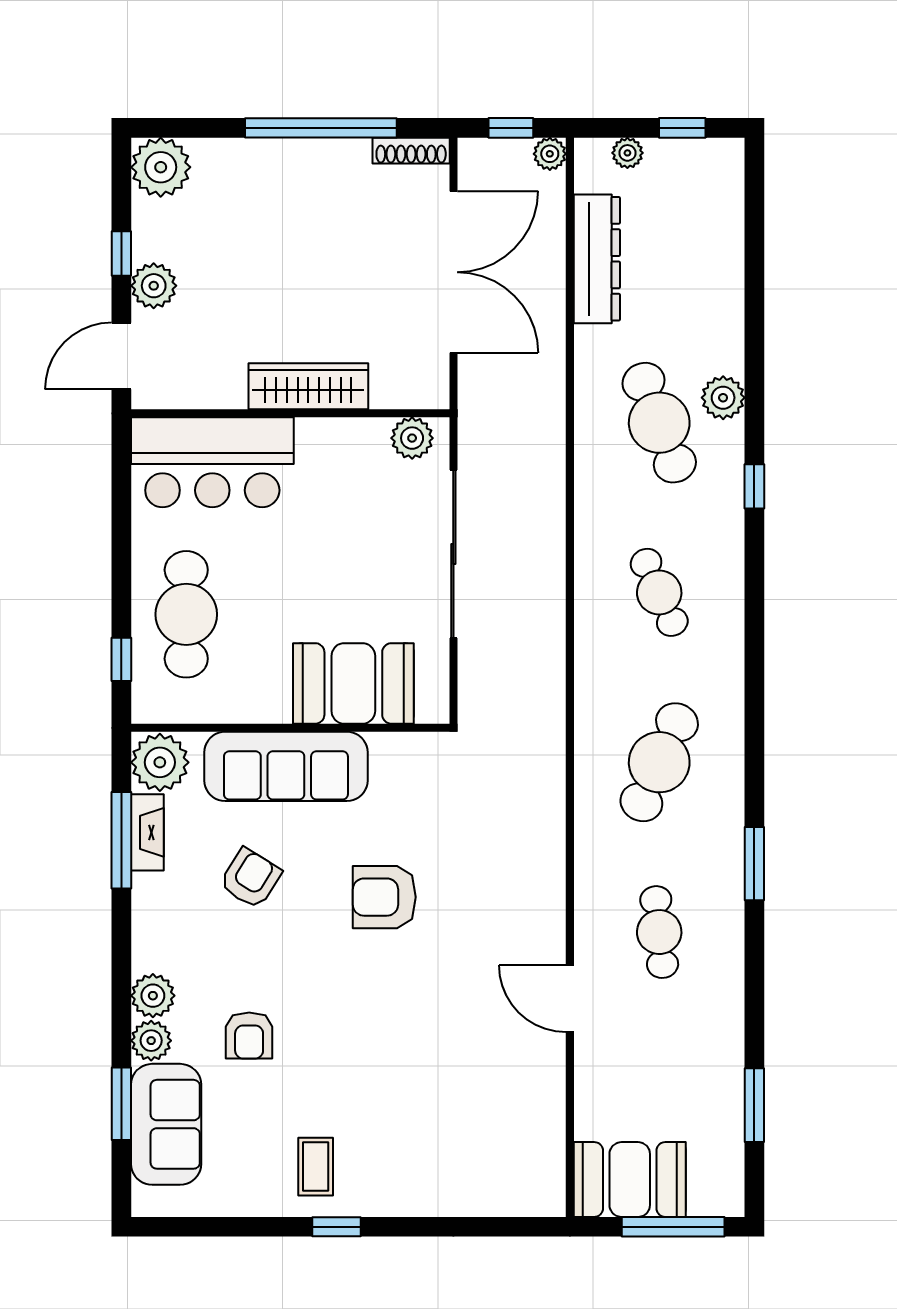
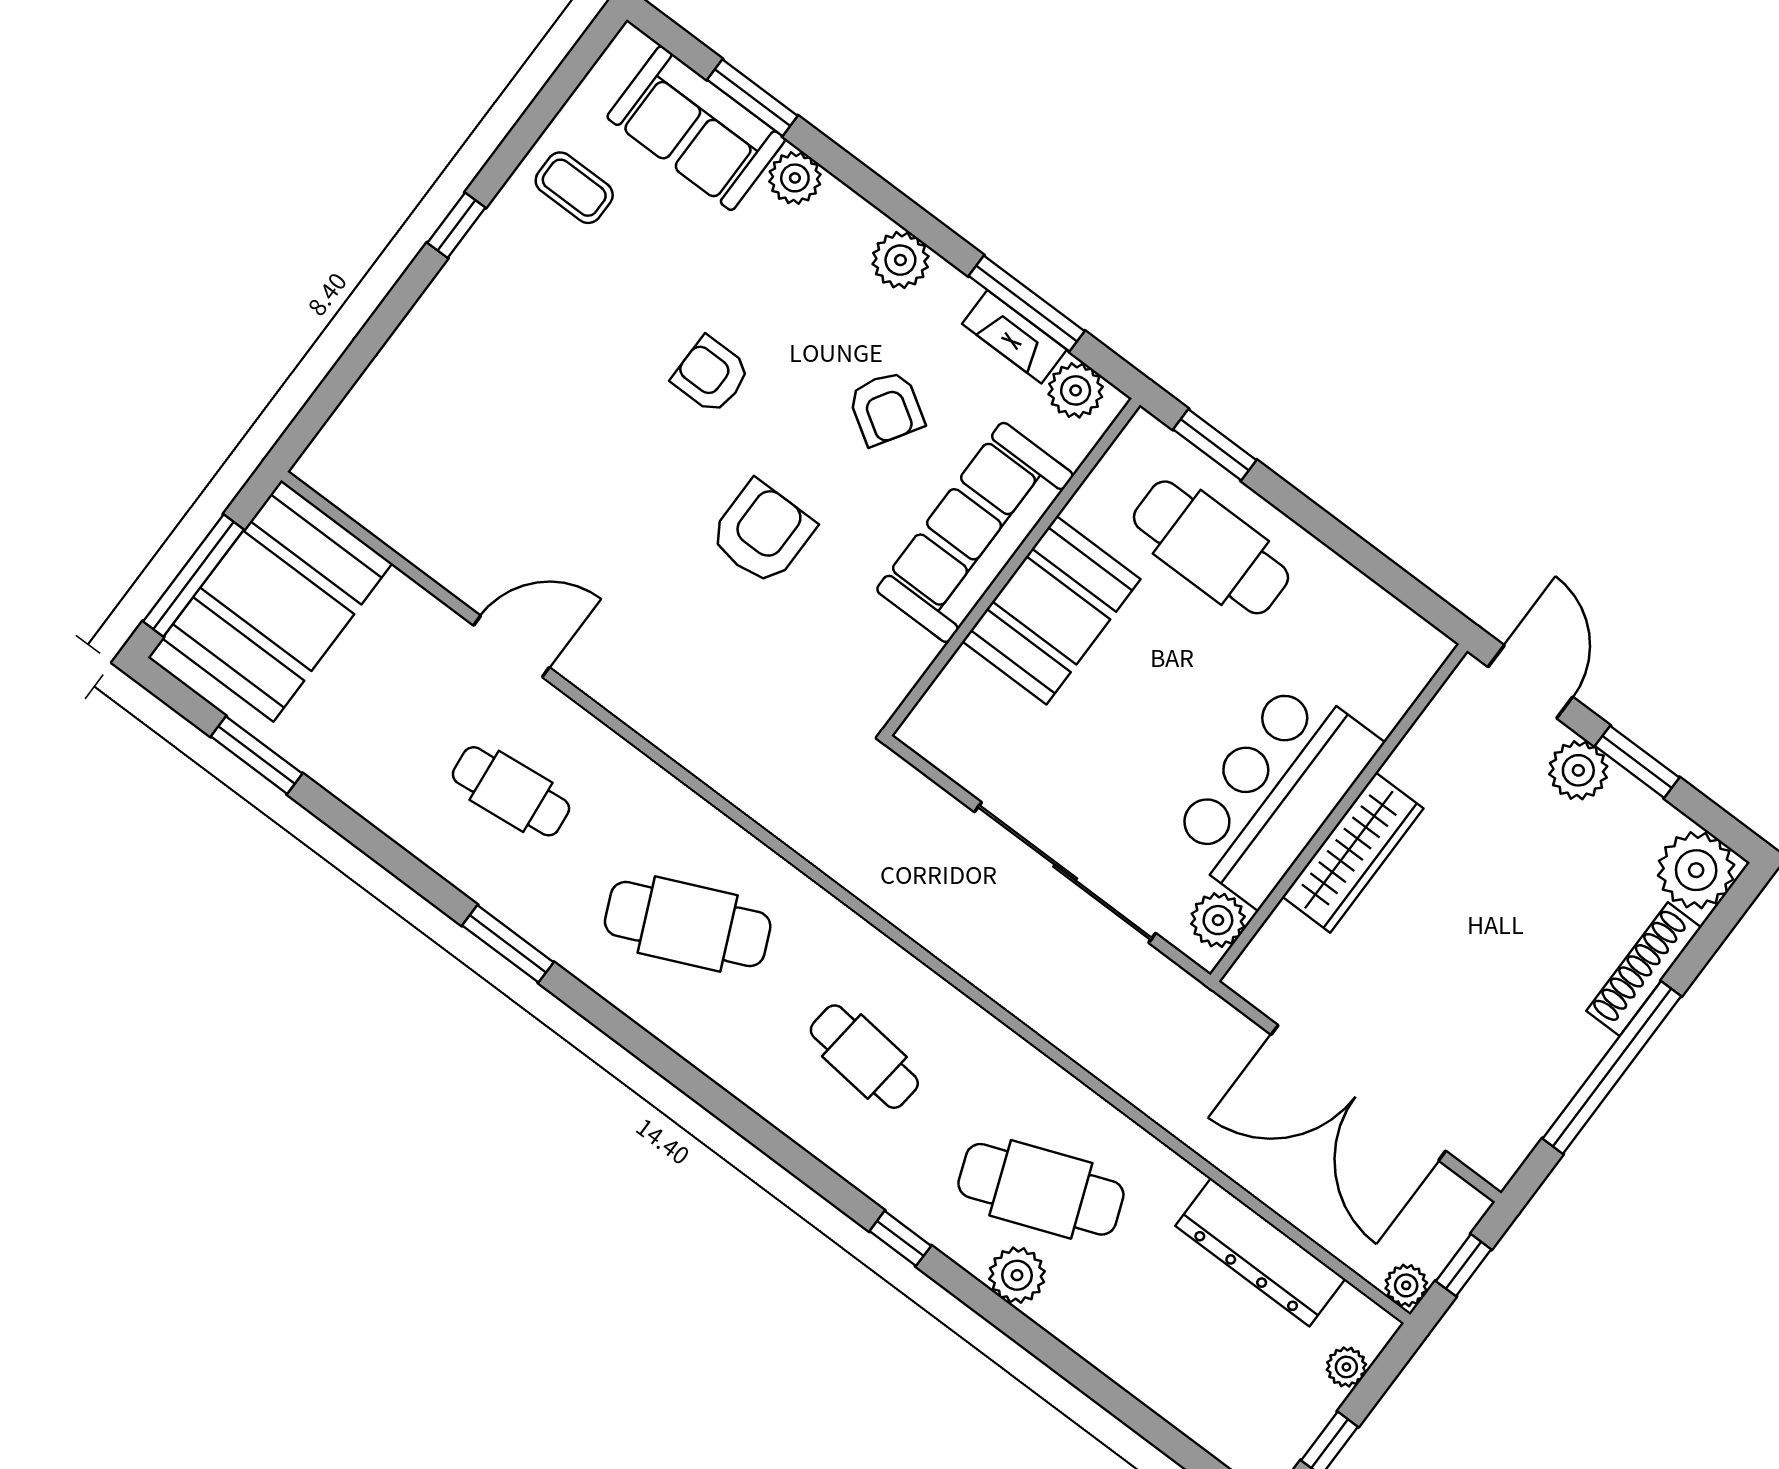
shoe rack: (411, 151) -> (1644, 969), moved, width x1.36, depth x1.24
window: (121, 253) -> (1637, 762), width x1.50
bar counter: (212, 462) -> (1275, 792), moved
cafe table: (659, 592) -> (864, 1057), turned 30
window: (121, 659) -> (1215, 445), width x1.50
booth: (353, 683) -> (1051, 610), moved
plant: (160, 762) -> (1076, 390), width x0.73, depth x0.73
cafe table: (659, 762) -> (688, 924), turned -48
plant: (153, 996) -> (900, 260), moved
armchair: (249, 1036) -> (711, 375), moved
coffee table: (316, 1167) -> (574, 188), moved
booth: (630, 1180) -> (277, 601), width x1.36, depth x1.42

